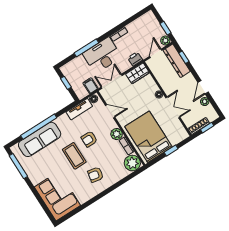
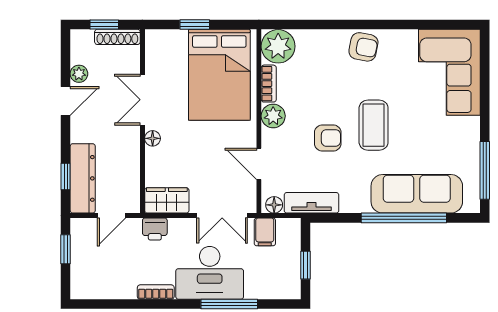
plant: (165, 40) -> (80, 227), removed
armchair: (96, 175) -> (363, 47), moved

